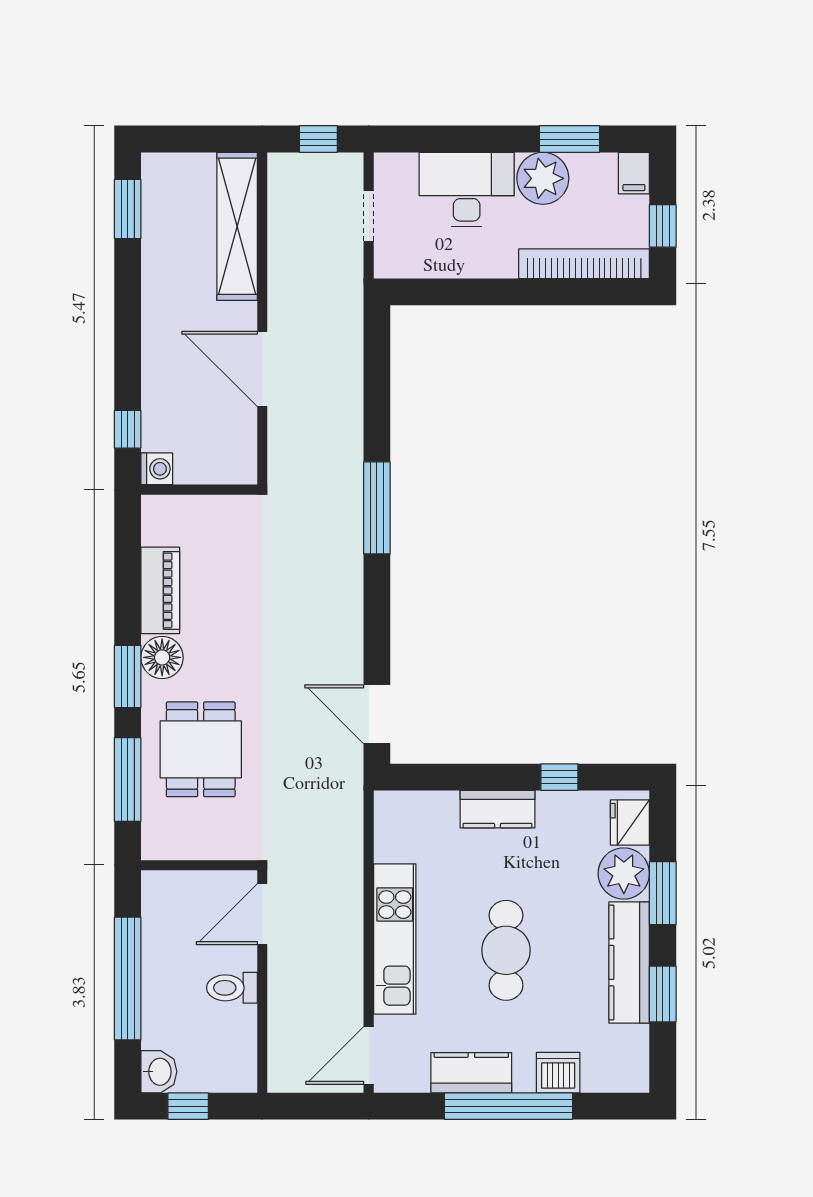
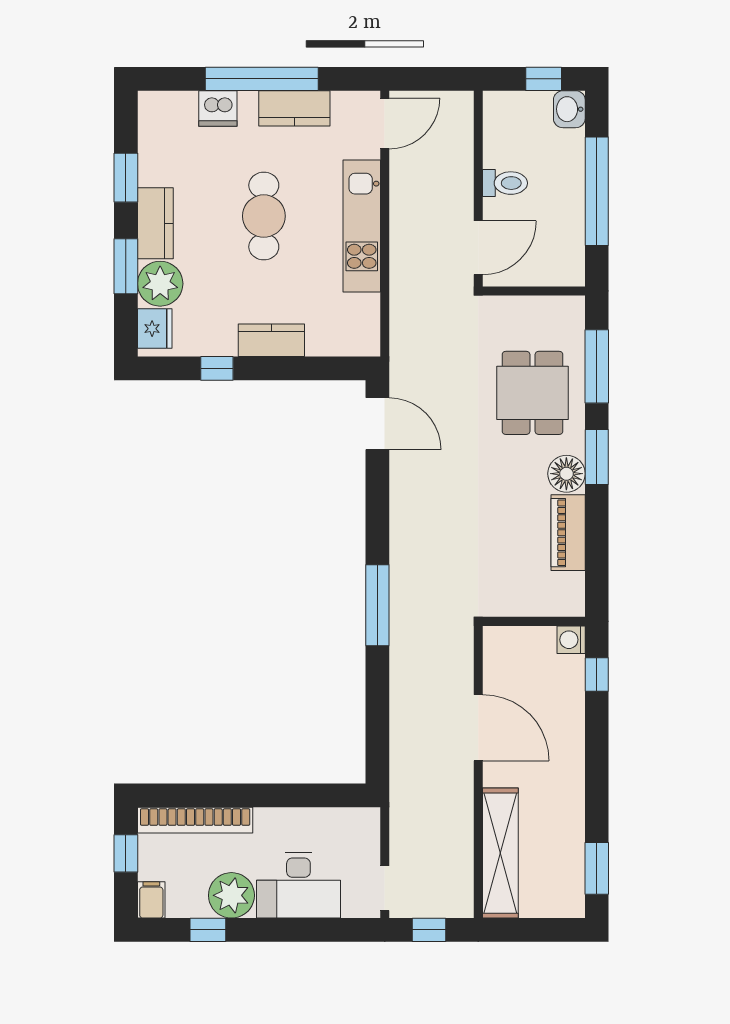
window: (570, 139) -> (208, 930), width x0.67
doorway: (369, 216) -> (385, 888), moved
kitchen counter: (629, 962) -> (155, 223), width x0.67

